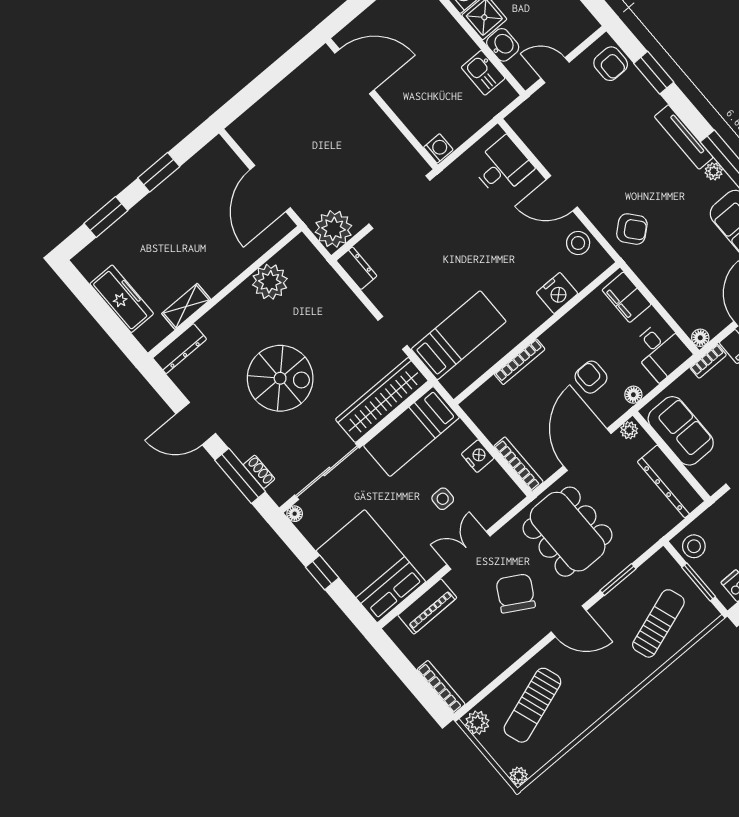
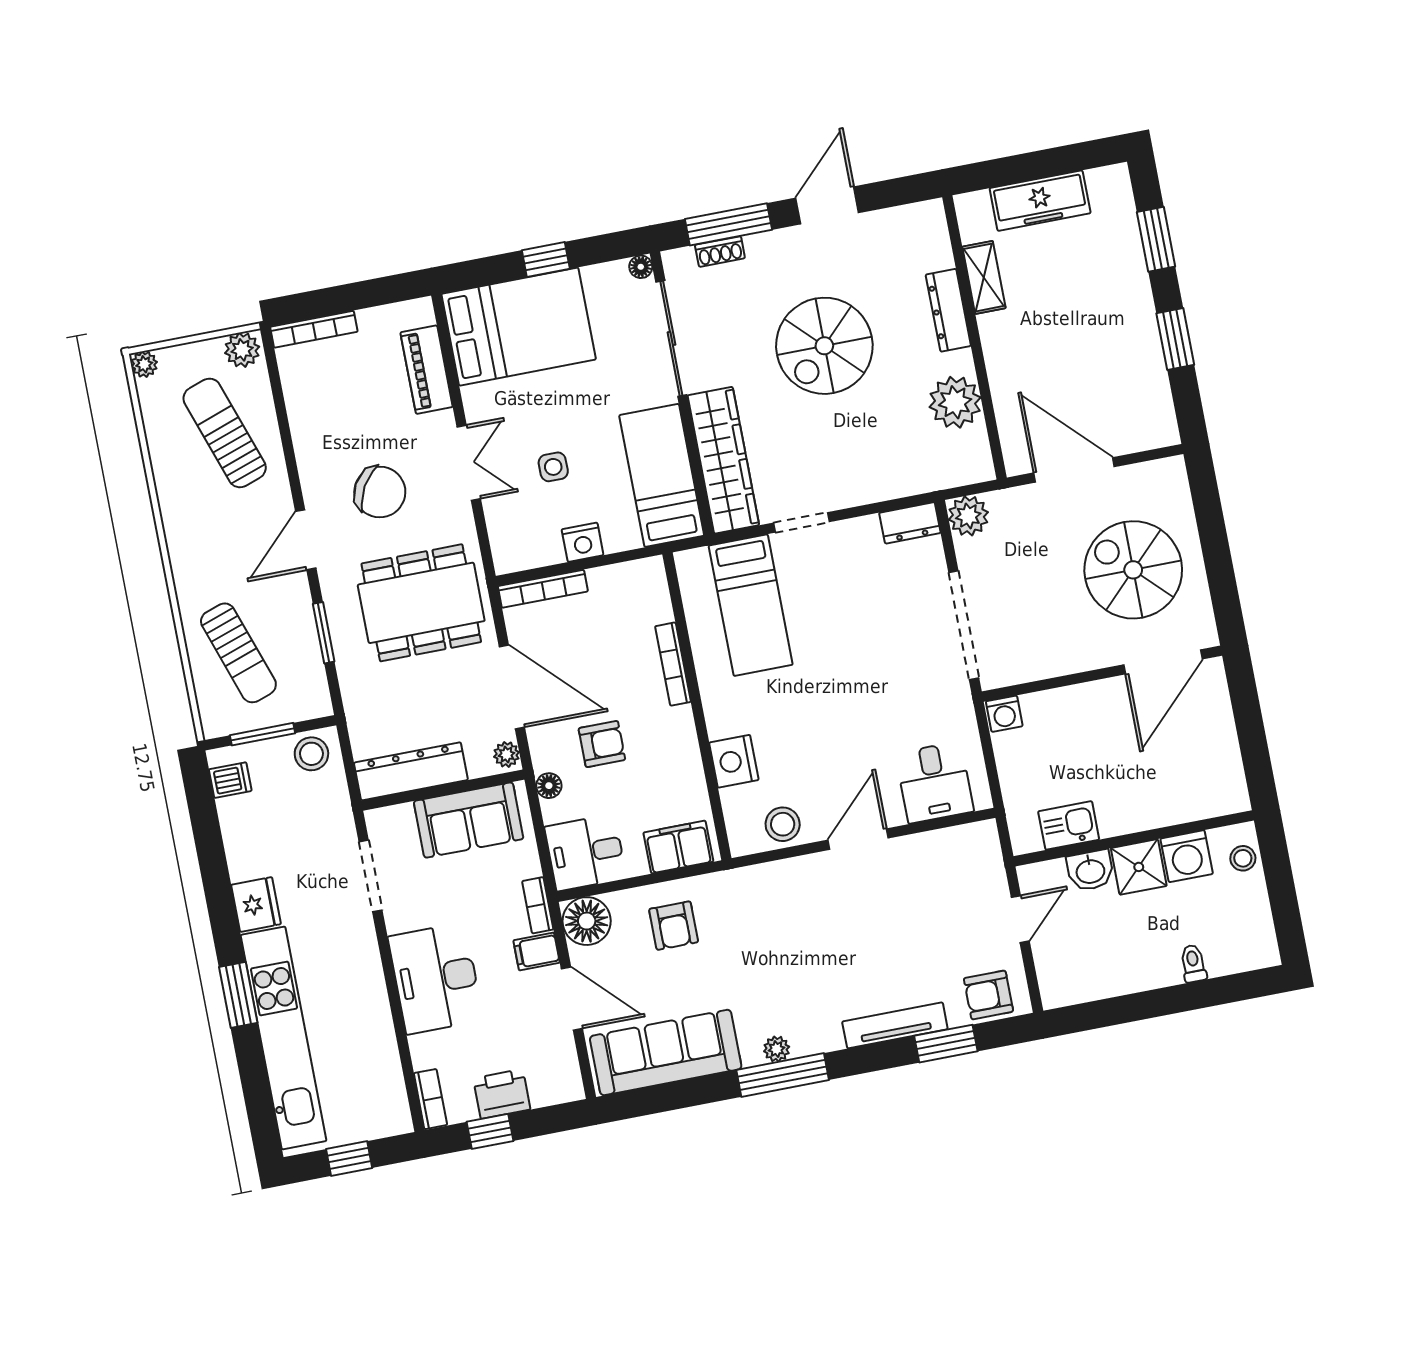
spiral stairs: (310, 120) -> (1133, 570), added
tv unit: (684, 137) -> (895, 1025), moved
plant: (333, 229) -> (968, 516), width x0.73, depth x0.73
armchair: (632, 229) -> (674, 926), moved, turned -50
floor lamp: (700, 338) -> (587, 921), width x1.89, depth x1.89
dresser: (180, 349) -> (948, 310), moved

